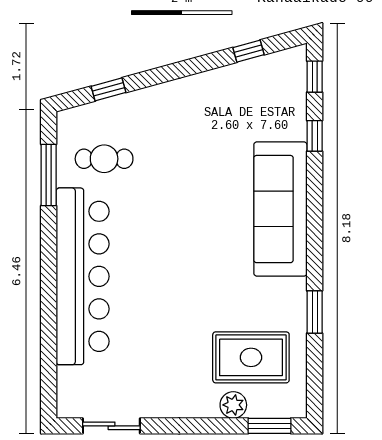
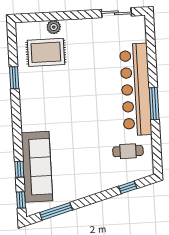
window: (249, 51) -> (56, 211), width x2.17
window: (49, 175) -> (154, 104), moved
sofa: (280, 209) -> (37, 167), moved
window: (269, 426) -> (34, 17), removed

